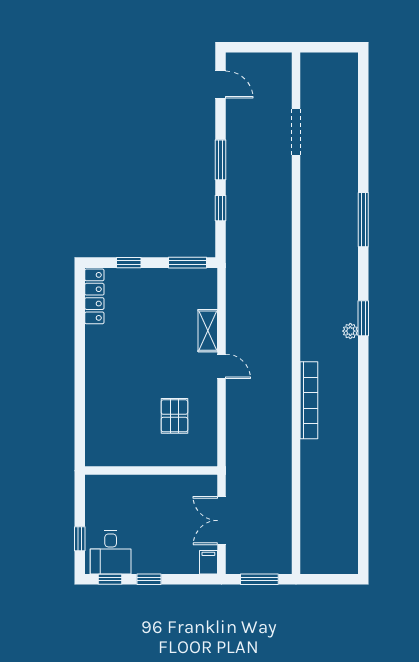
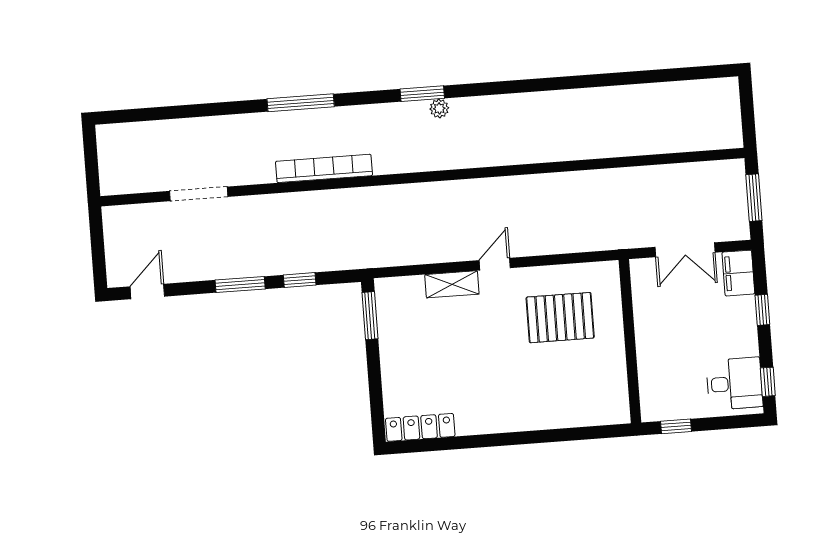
window: (129, 263) -> (375, 388), removed
bookcase: (309, 400) -> (324, 168), moved
pallet: (174, 416) -> (560, 318), width x1.50, depth x1.42
window: (80, 539) -> (676, 426), moved
filing cabinet: (208, 562) -> (738, 273), width x2.00
window: (149, 579) -> (762, 310), moved

